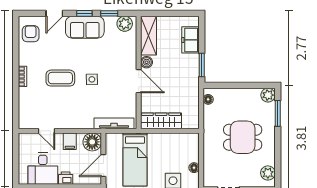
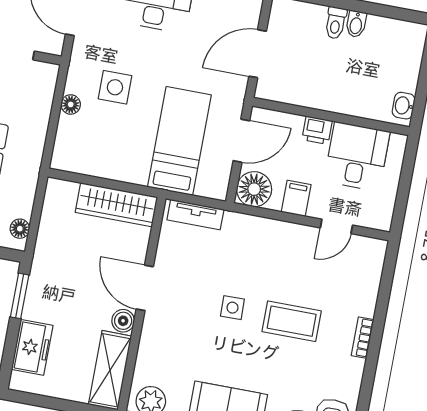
tv unit: (114, 123) -> (195, 215), width x0.71
door: (47, 131) -> (336, 226), swing flipped

